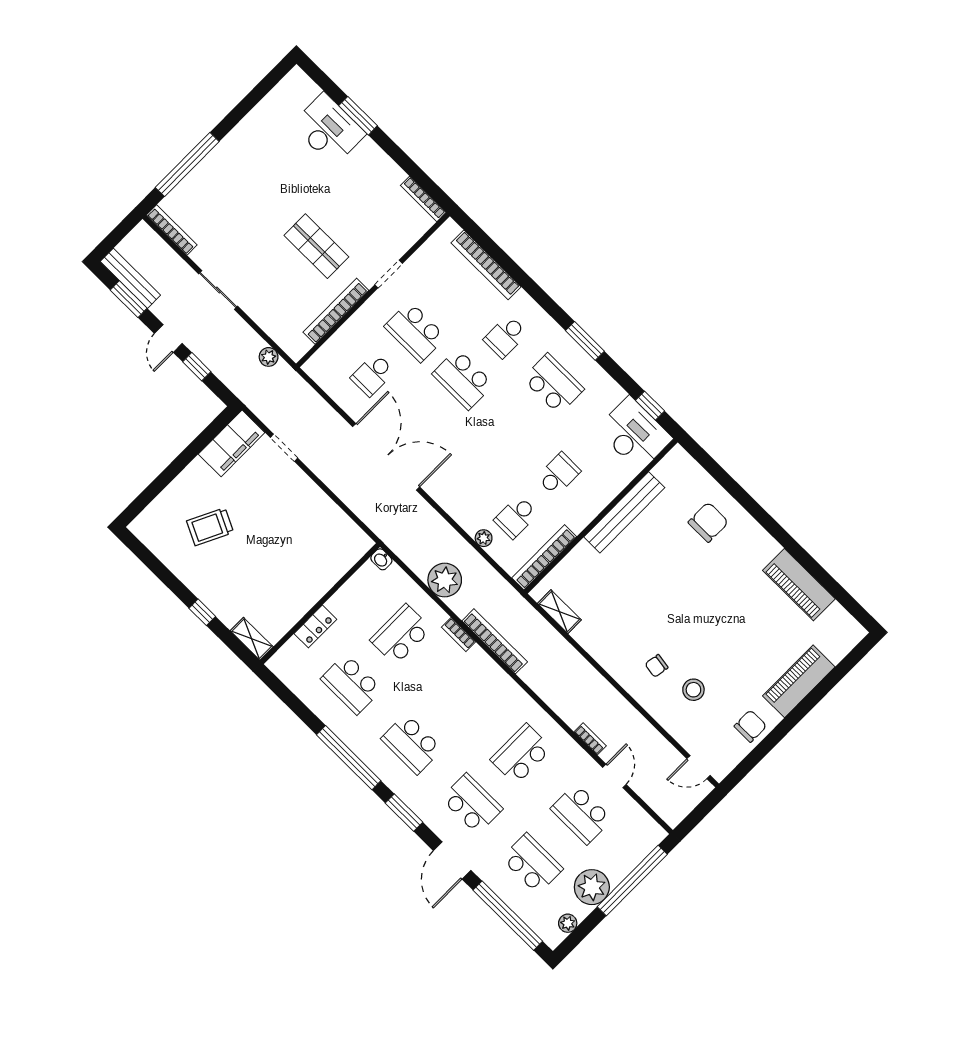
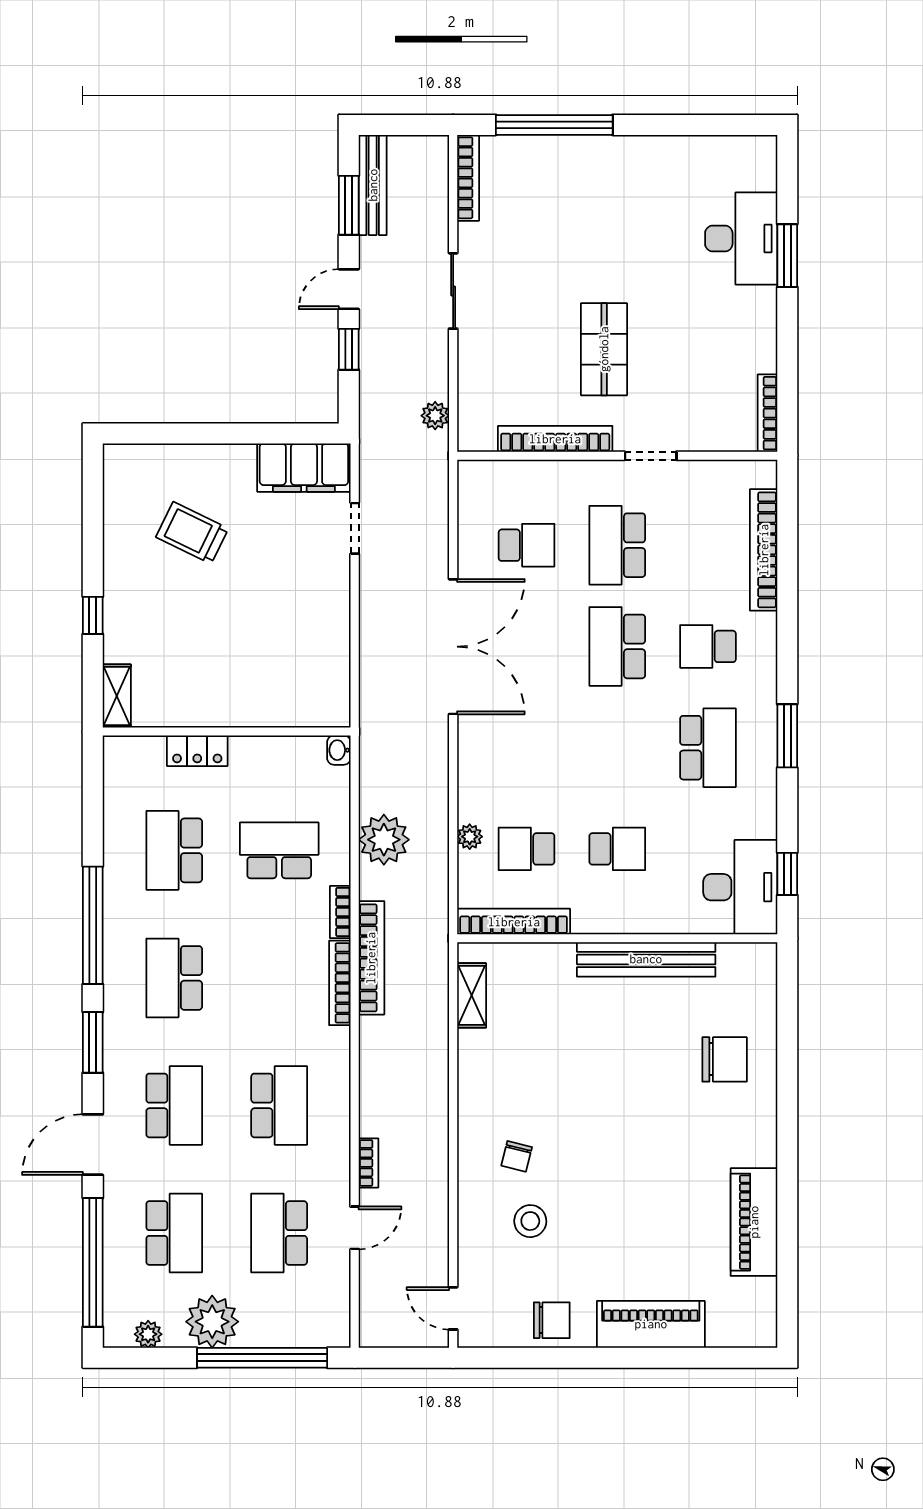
school desk: (373, 375) -> (527, 545), turned 180
chair: (657, 666) -> (517, 1156), turned -85
bookcase: (492, 668) -> (340, 983), added
school desk: (521, 754) -> (279, 1105), turned 90

